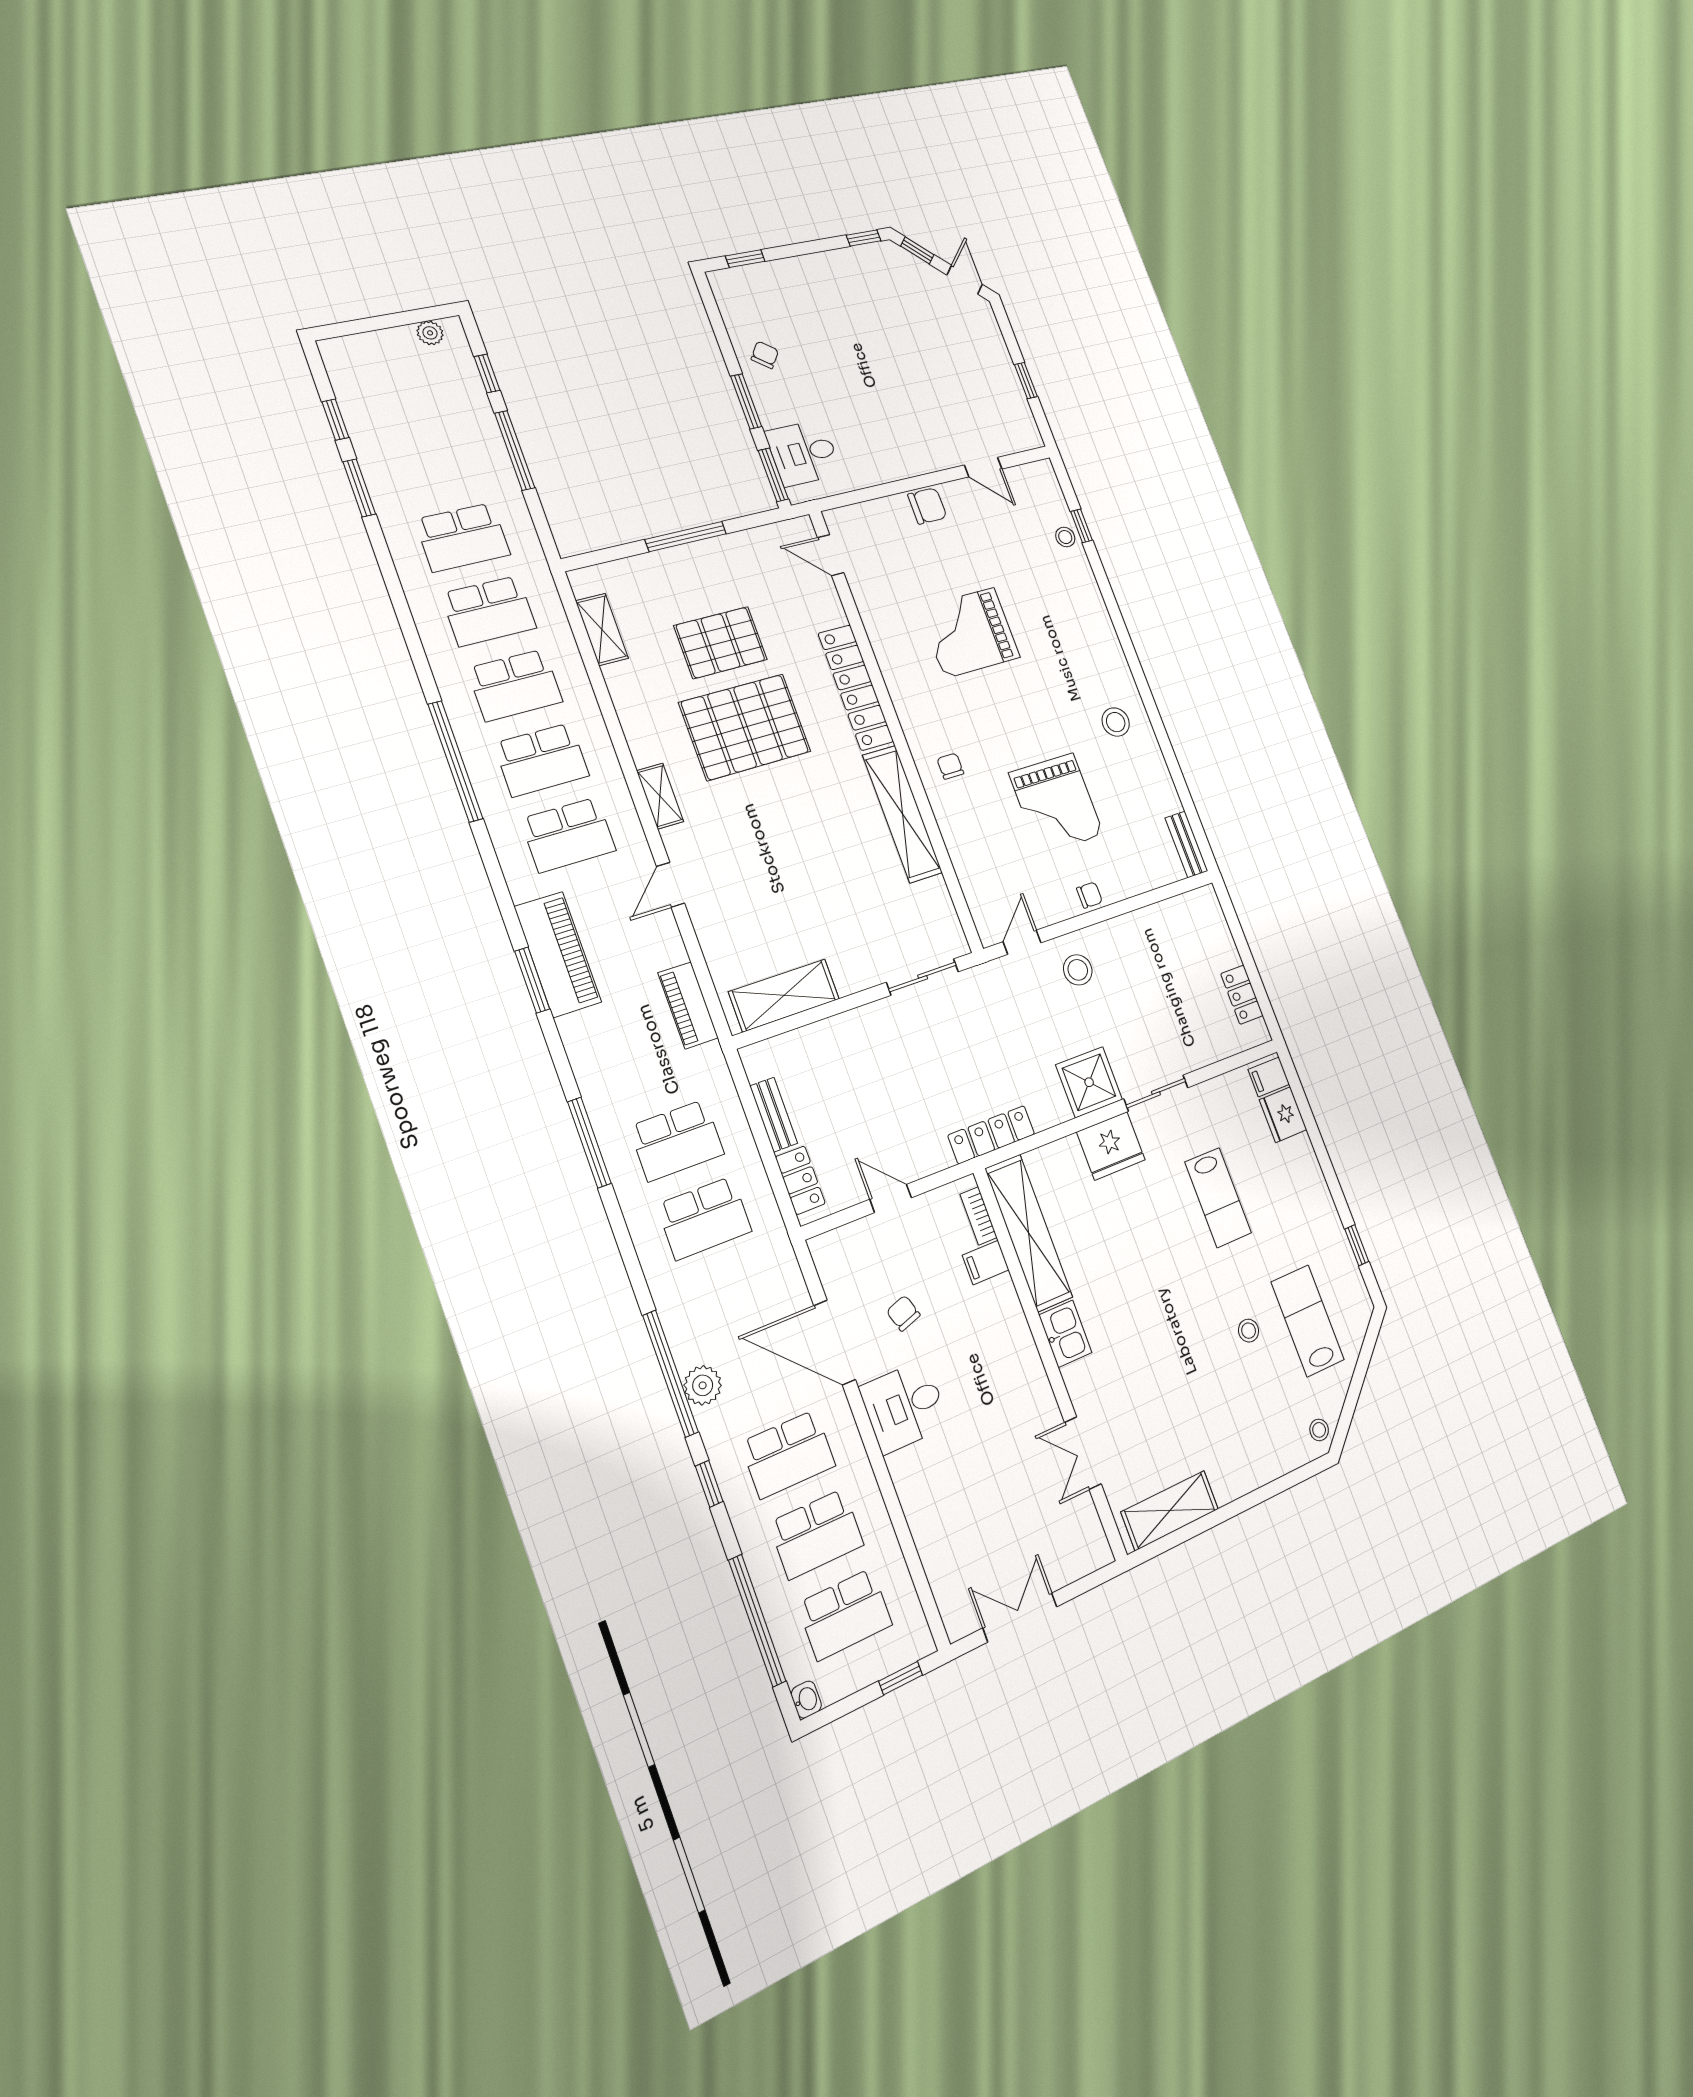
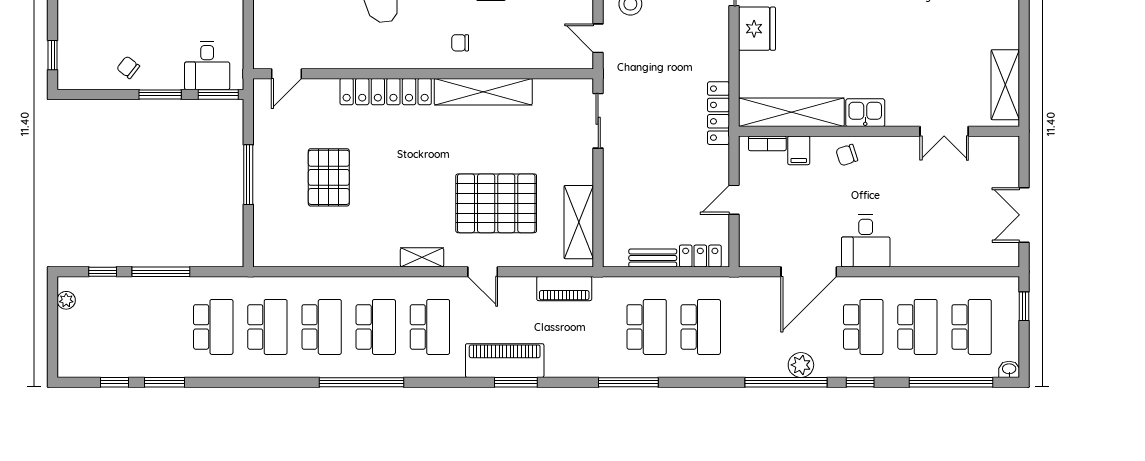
shelving: (602, 629) -> (299, 256), removed
pallet: (745, 727) -> (496, 203), moved, turned 90
shower: (1089, 1082) -> (709, 27), removed
chair: (903, 1313) -> (847, 155), moved

